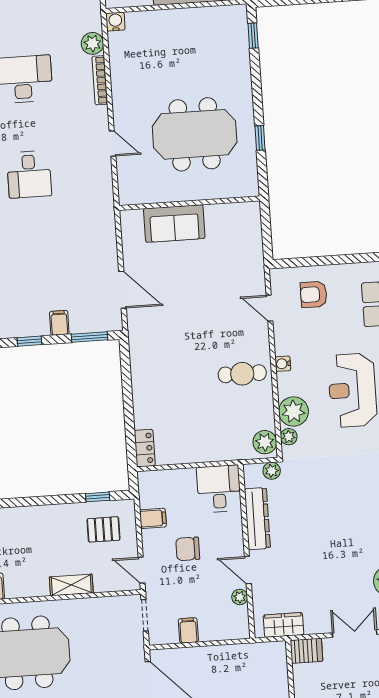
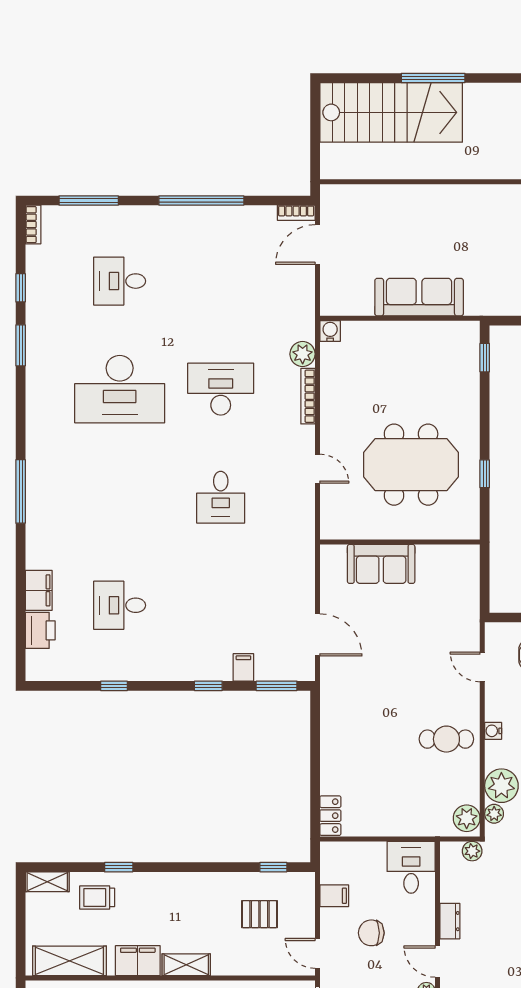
dresser: (257, 519) -> (450, 921), width x0.51, depth x0.80
pallet: (103, 529) -> (260, 914), moved
shelving: (71, 585) -> (186, 965), moved

